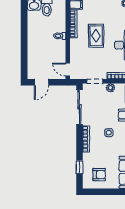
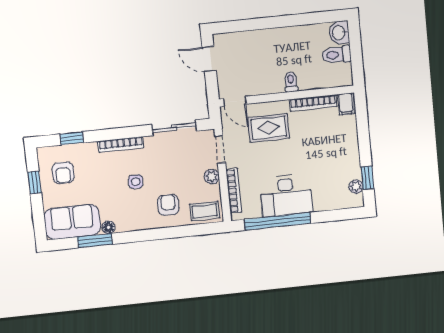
rug: (96, 36) -> (269, 128), moved
door: (68, 70) -> (235, 101), swing flipped
sliding door: (79, 107) -> (174, 128), width x0.73
window: (103, 192) -> (35, 183), added

